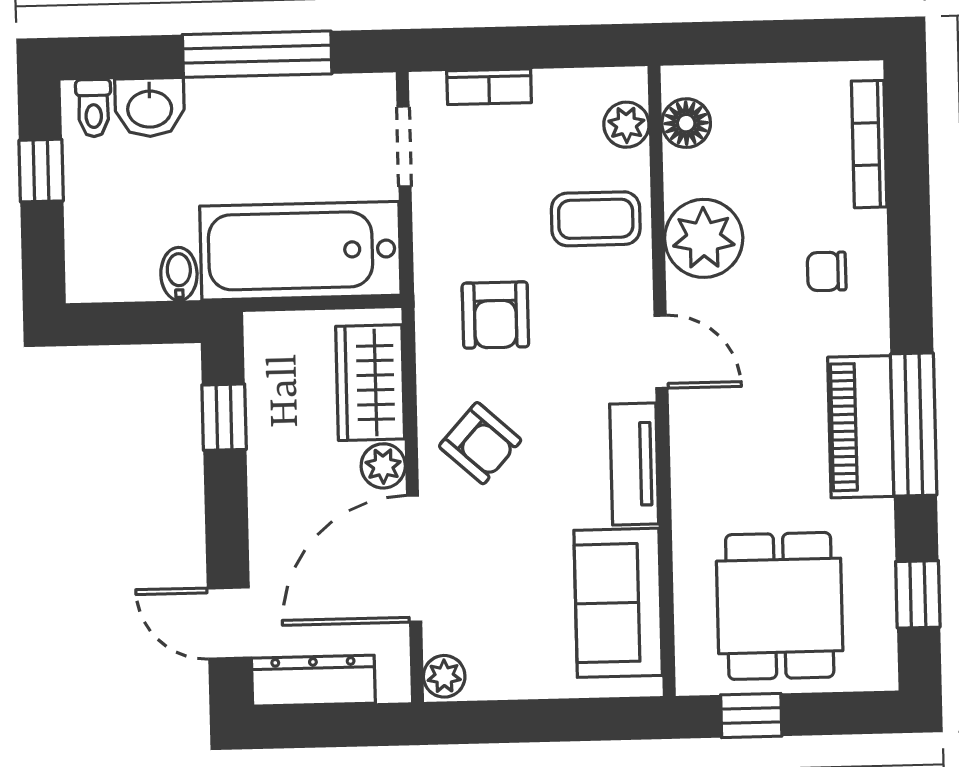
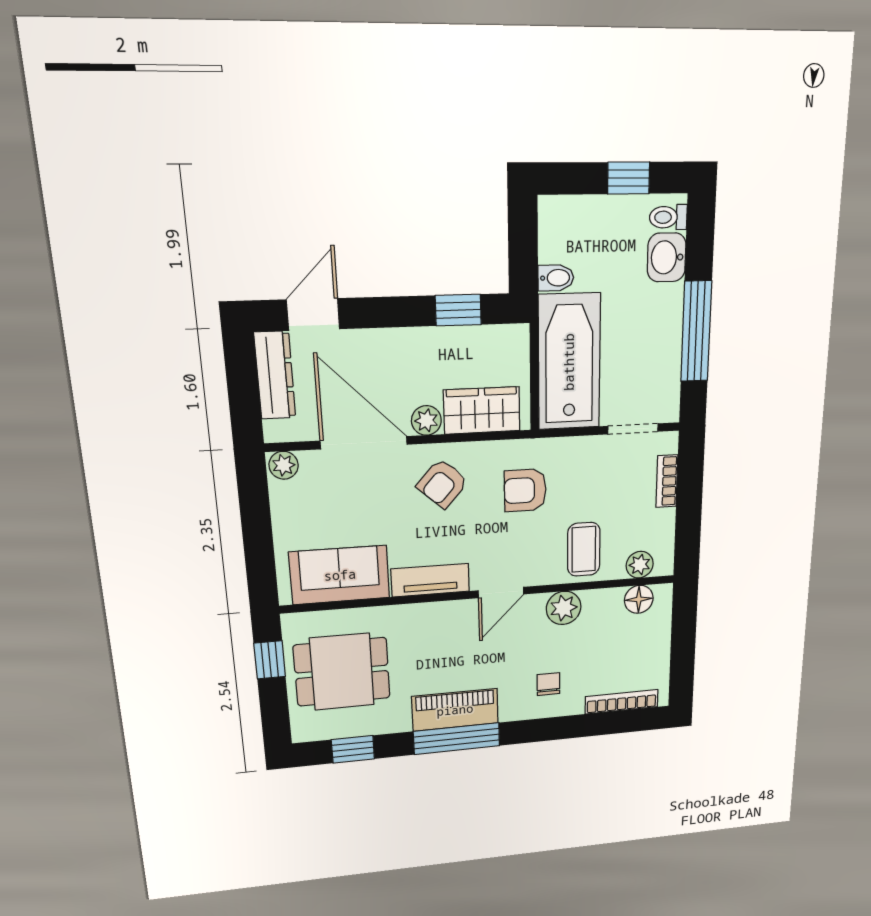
plant: (704, 238) -> (564, 608), width x0.73, depth x0.73

